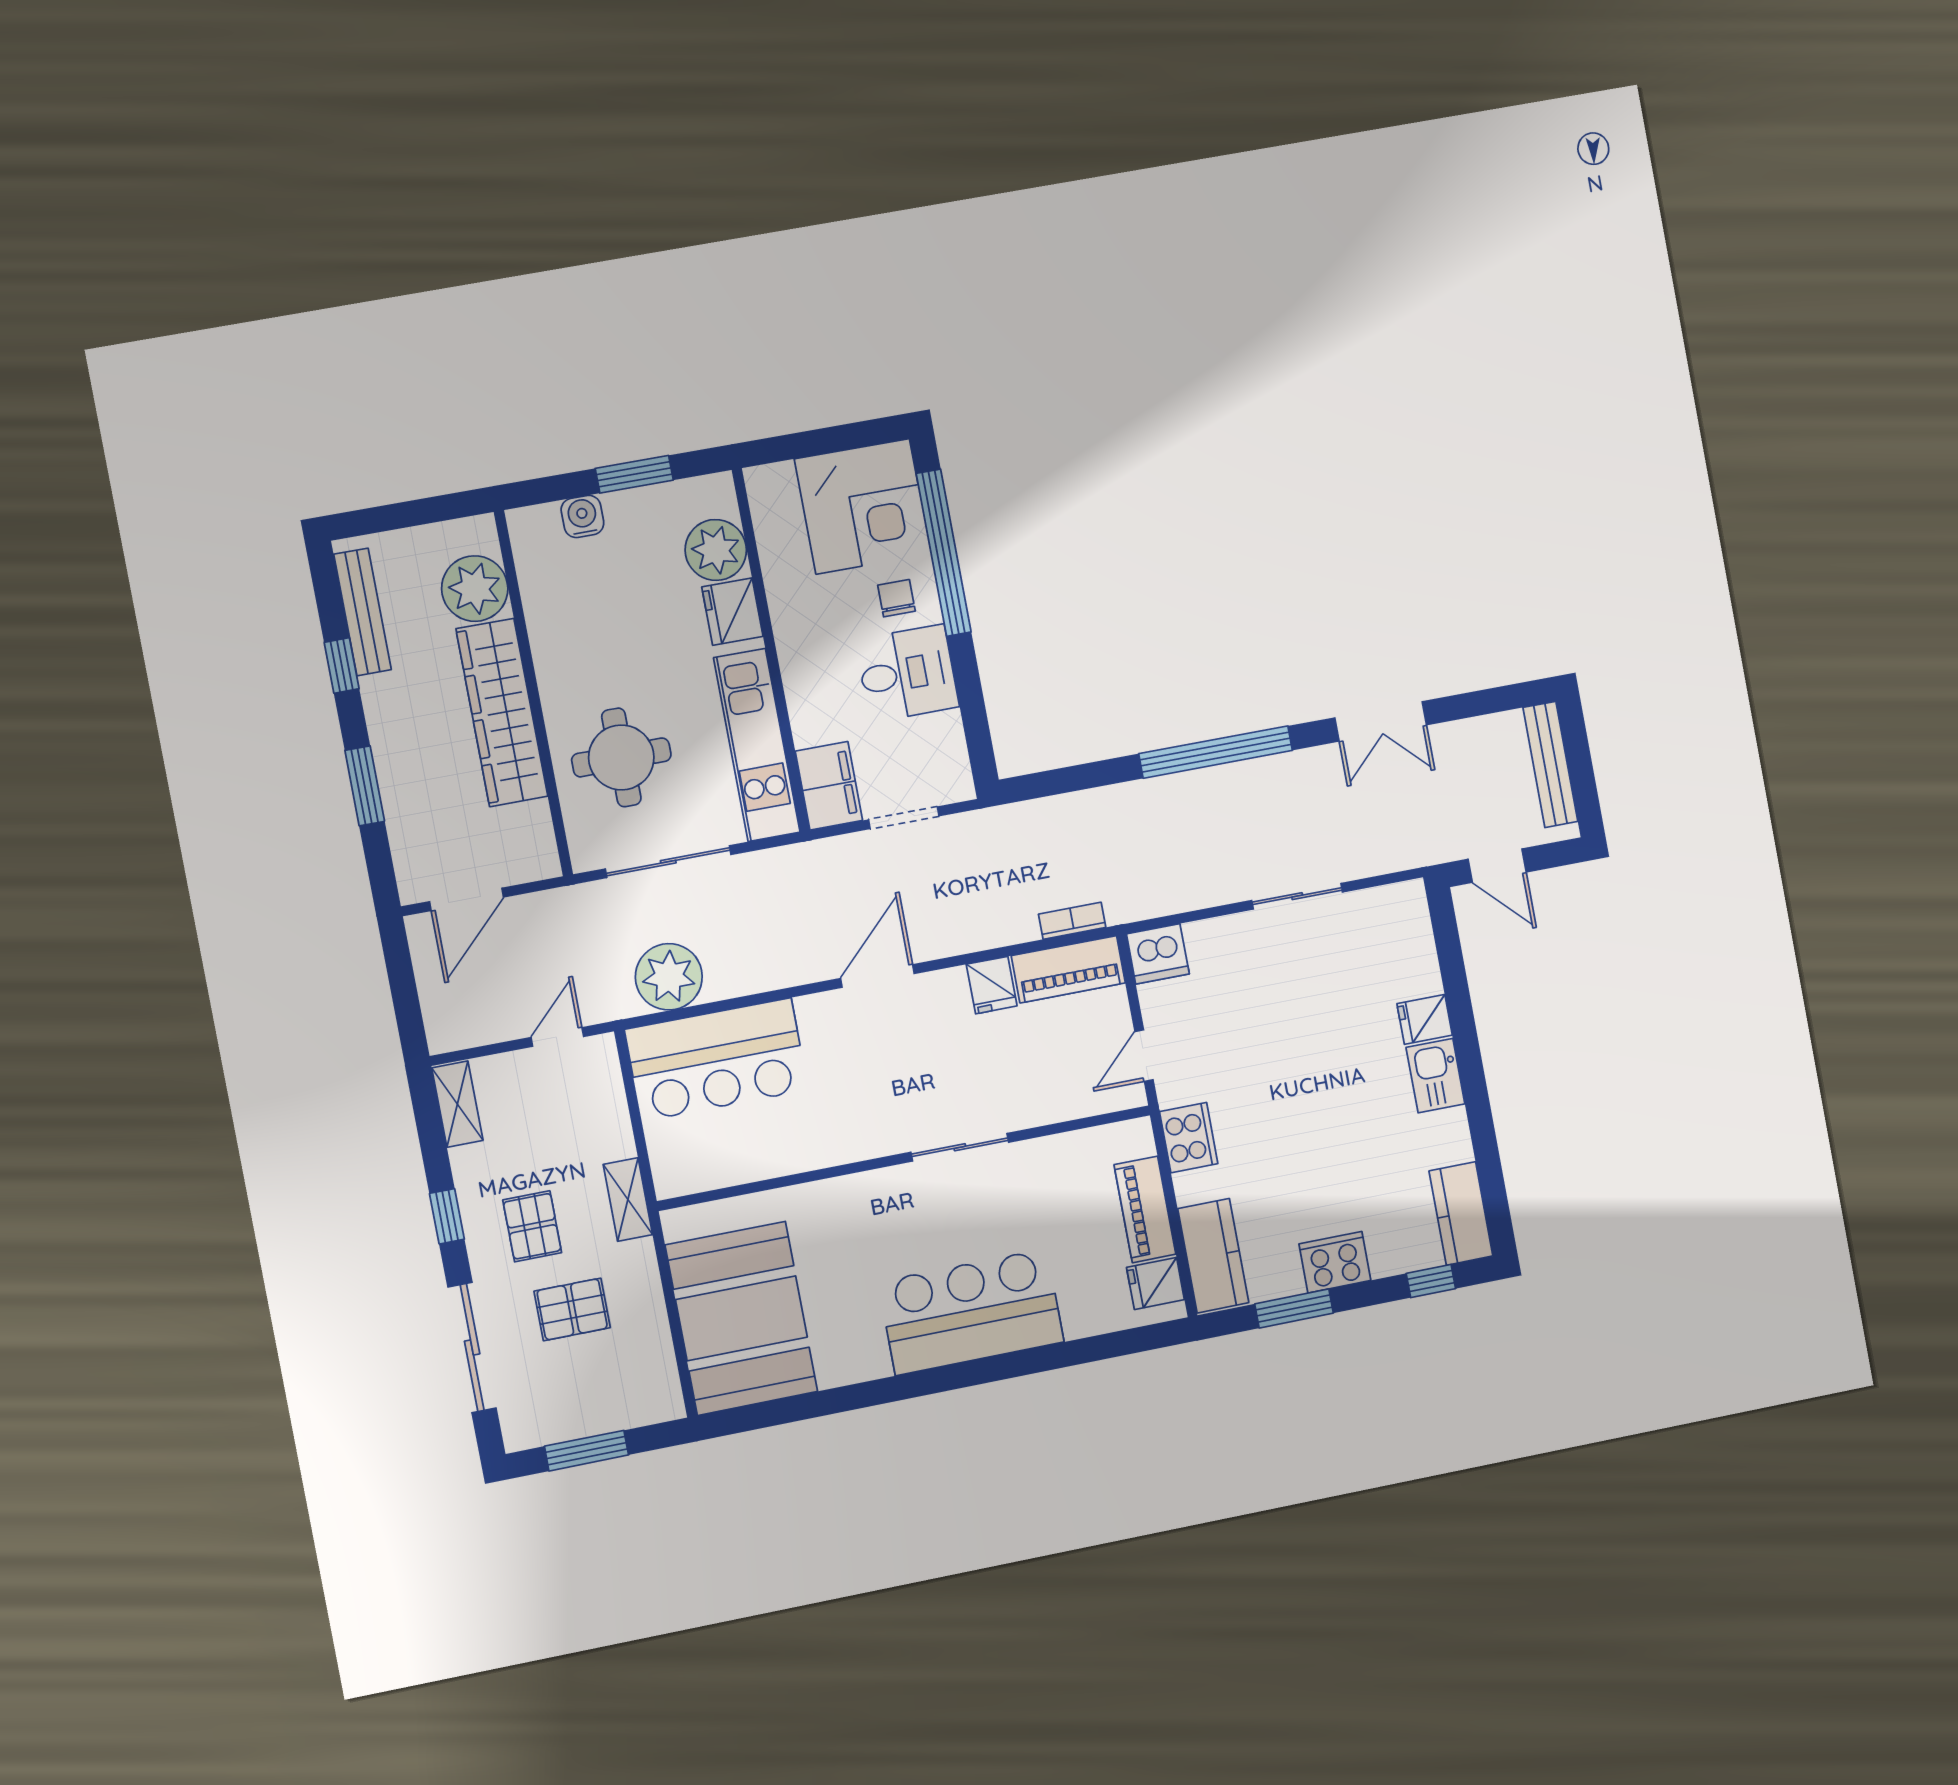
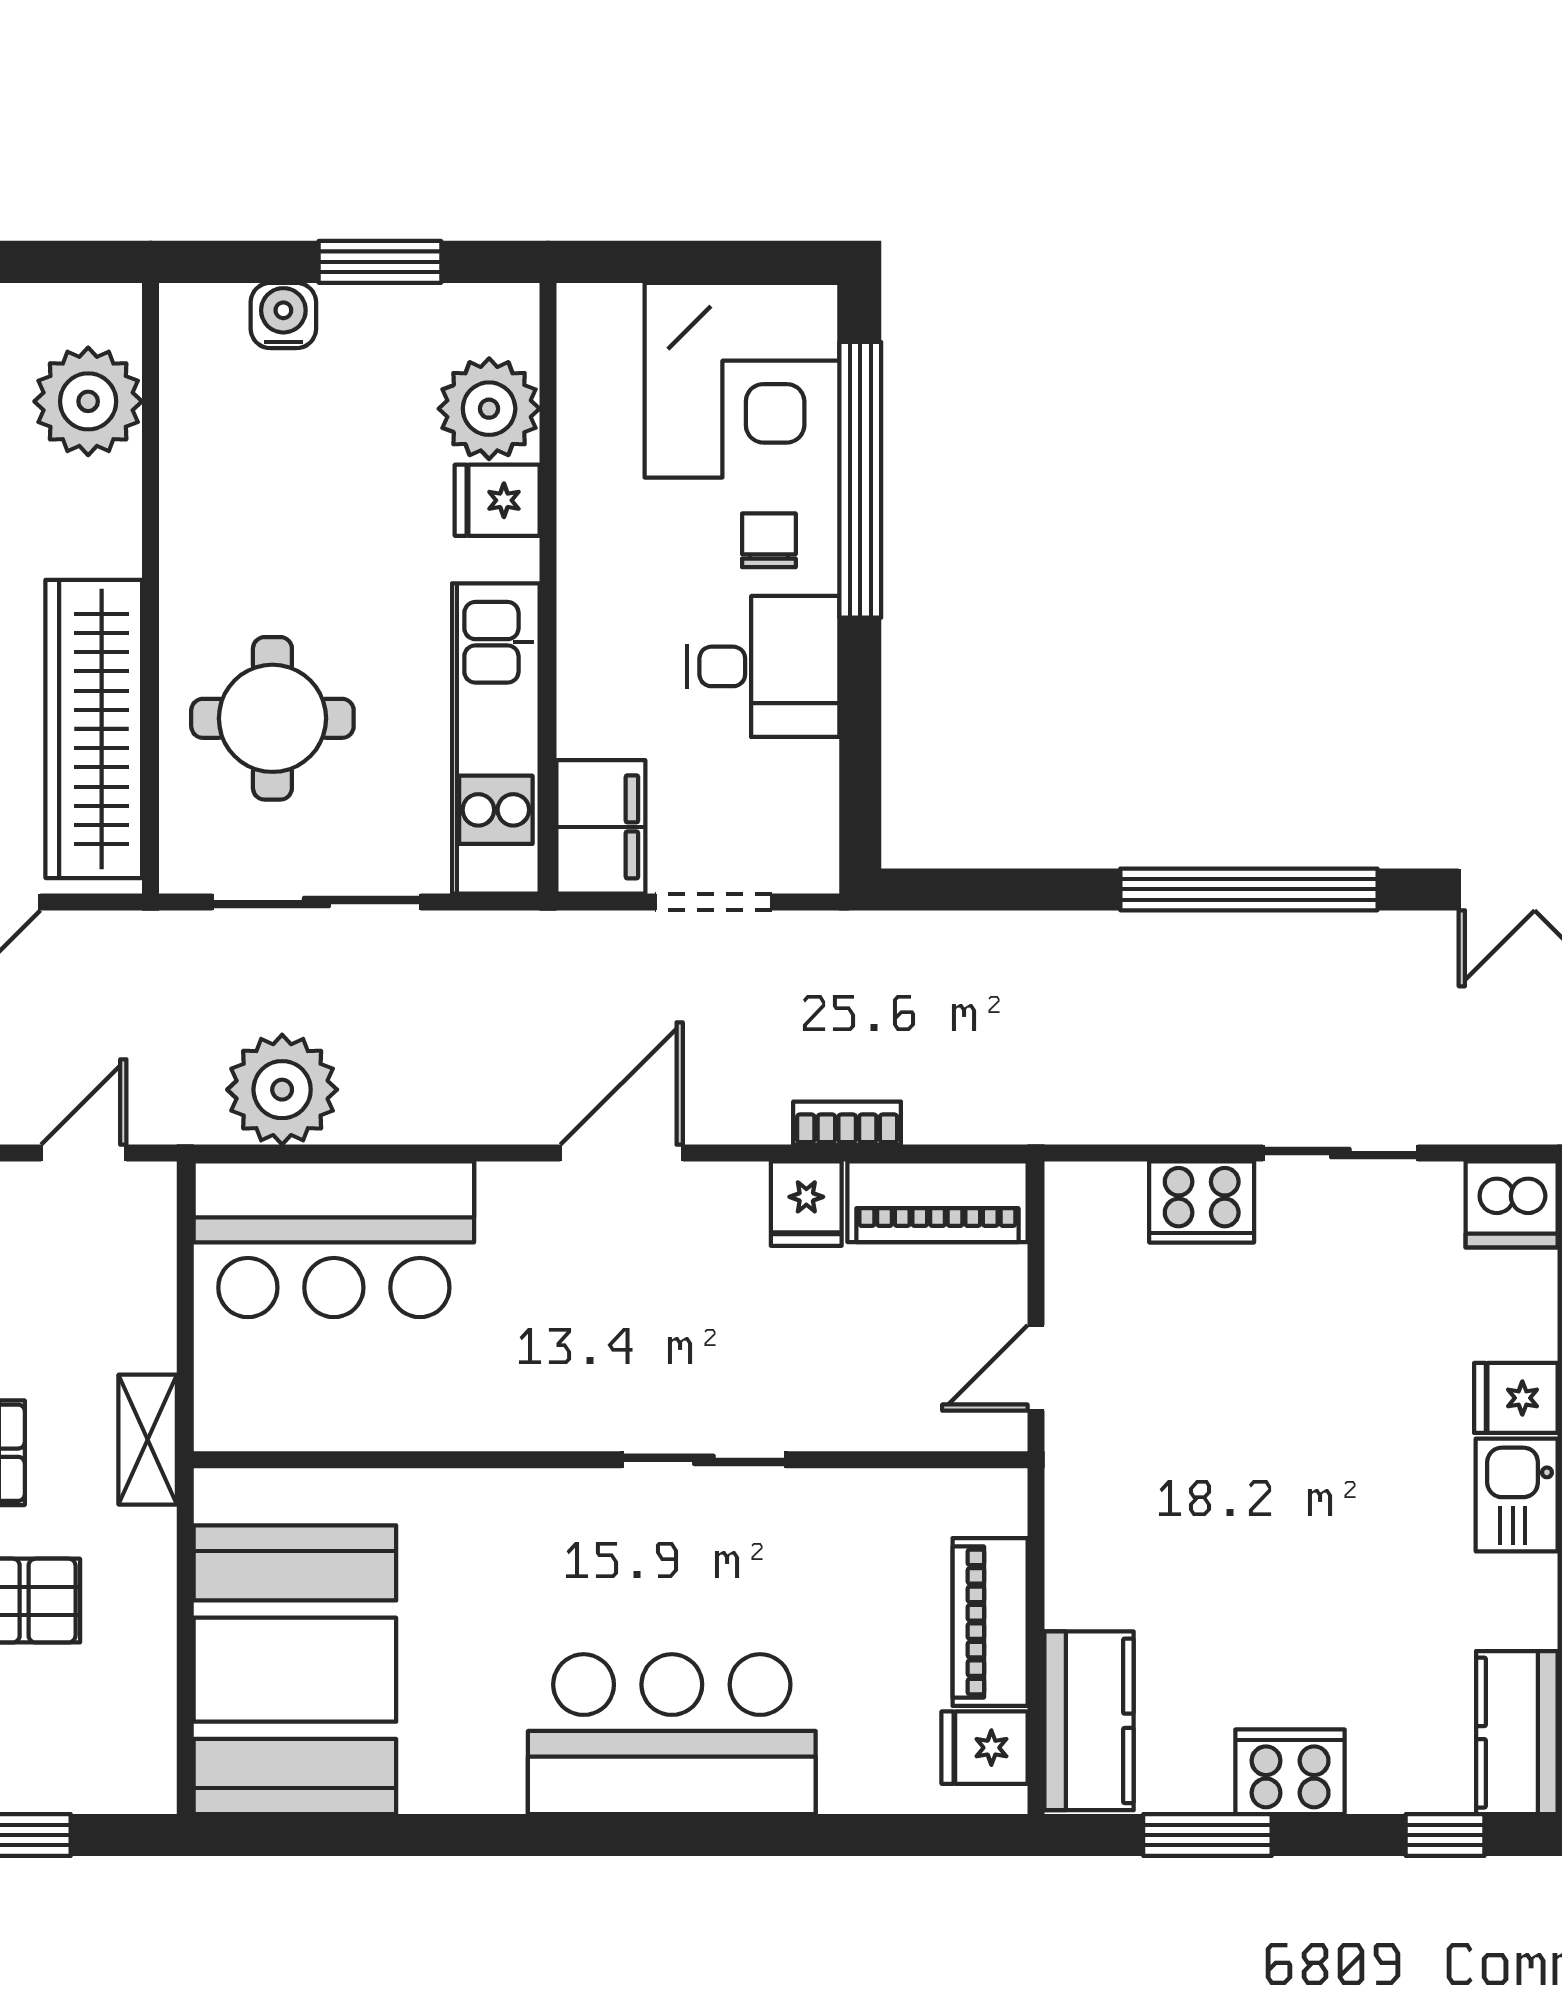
fridge: (732, 612) -> (497, 500), width x0.72
wardrobe: (502, 713) -> (94, 729), moved
bookcase: (1072, 921) -> (847, 1123), moved
dishwasher: (1158, 954) -> (1512, 1204), moved
cooker: (1189, 1138) -> (1202, 1202), moved, turned 90

